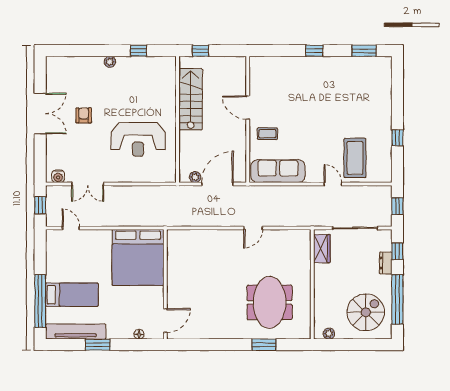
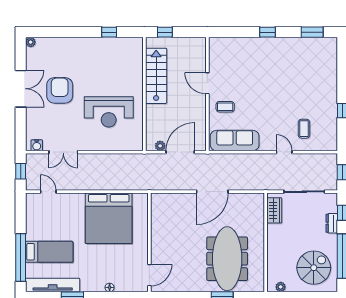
plant: (110, 62) -> (31, 42), moved
armchair: (84, 115) -> (60, 90), width x1.88, depth x1.88
coffee table: (355, 158) -> (304, 129), width x0.54, depth x0.58
door: (253, 228) -> (212, 192), width x1.88
wall: (165, 284) -> (149, 242), moved
meeting table: (270, 302) -> (227, 259), width x1.36
door: (165, 321) -> (149, 275), moved

